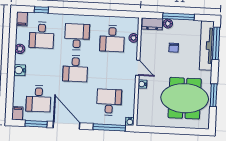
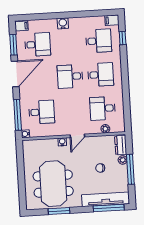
desk: (42, 35) -> (99, 41), turned 180
plant: (20, 49) -> (83, 22), removed
desk: (39, 99) -> (38, 44), turned 180

